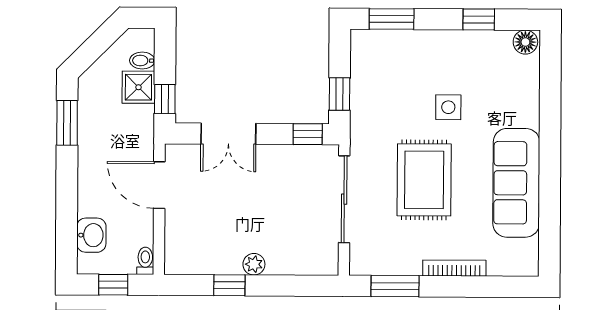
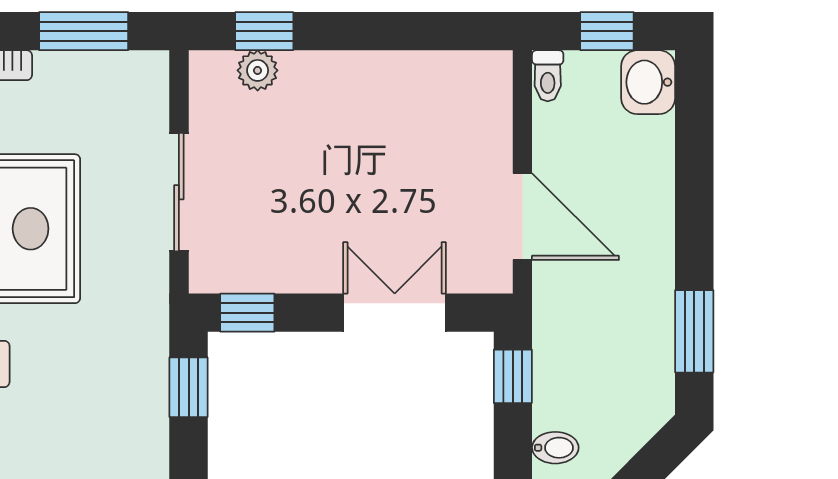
shower: (138, 87) -> (562, 398), removed
sliding door: (344, 199) -> (179, 192), width x0.73
washbasin: (91, 235) -> (648, 82), moved
plant: (254, 264) -> (258, 70), moved
window: (229, 285) -> (264, 31), moved

